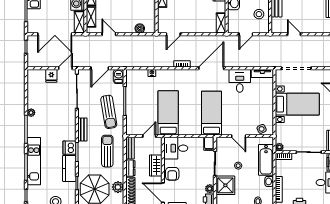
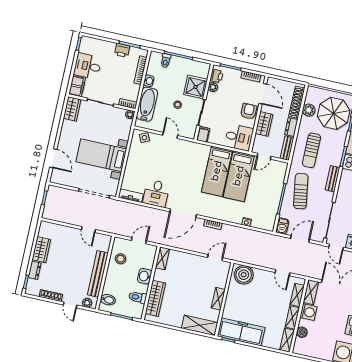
boiler: (140, 28) -> (244, 275), width x1.86, depth x1.86
door: (65, 68) -> (336, 247), hinge flipped
bed: (211, 113) -> (217, 171), moved

